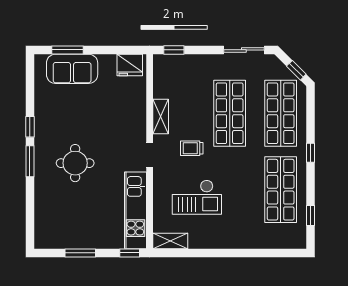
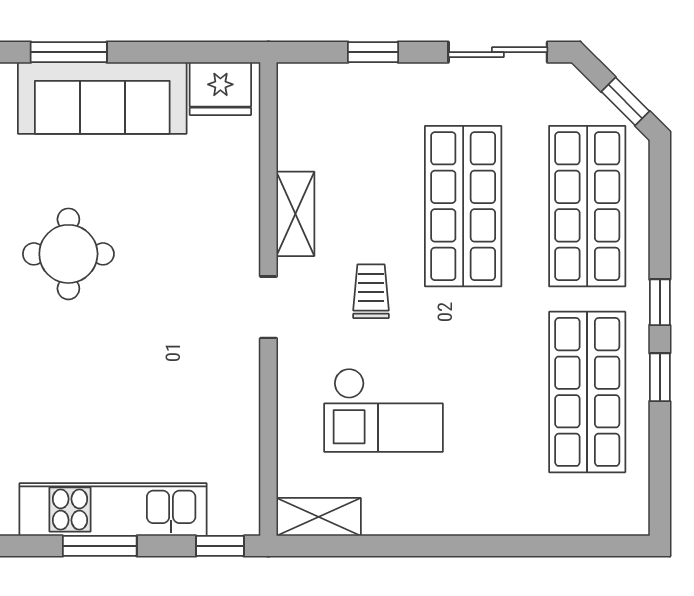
window: (174, 50) -> (373, 52), moved
sofa: (72, 69) -> (102, 98), width x1.36
trolley: (192, 148) -> (371, 291), turned 90
round table: (75, 163) -> (68, 254), moved
kitchen unit: (135, 210) -> (113, 510), moved, turned 90
window: (310, 216) -> (660, 377), moved

